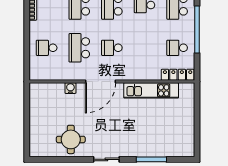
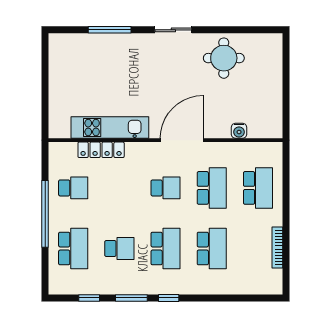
school desk: (47, 48) -> (258, 188), width x1.85
locker: (178, 75) -> (101, 150), moved
water cooler: (70, 88) -> (239, 131), moved

